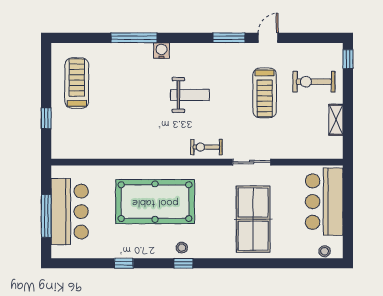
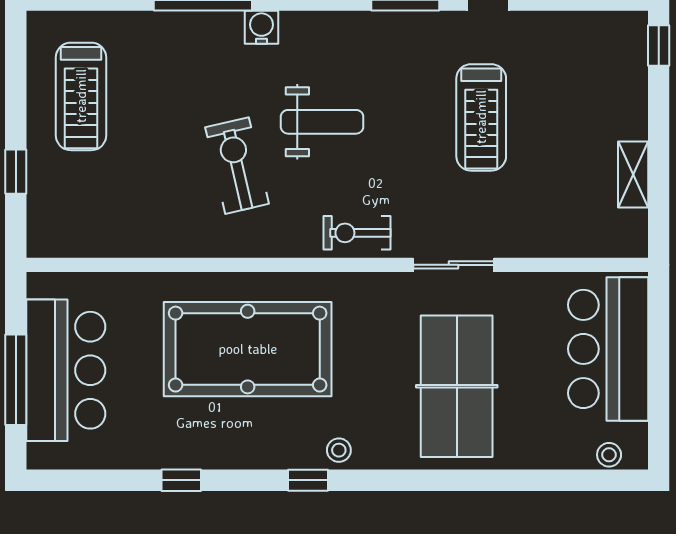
exercise bike: (314, 82) -> (237, 166), moved, turned 77
treadmill: (77, 83) -> (81, 96), turned 180
stool: (182, 248) -> (339, 450), moved

